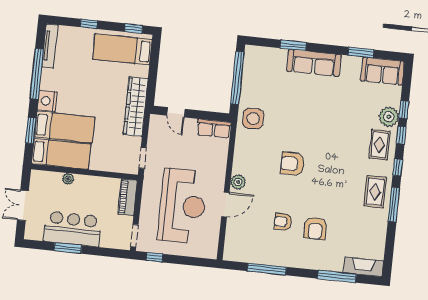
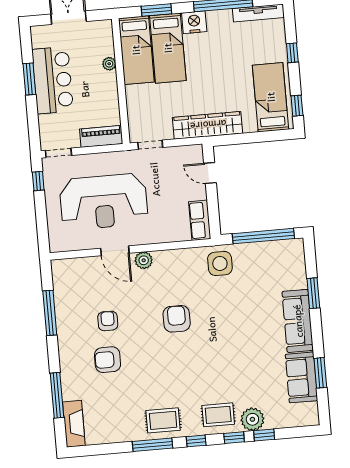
sofa: (383, 71) -> (302, 377), moved
door: (176, 112) -> (210, 173), hinge flipped

